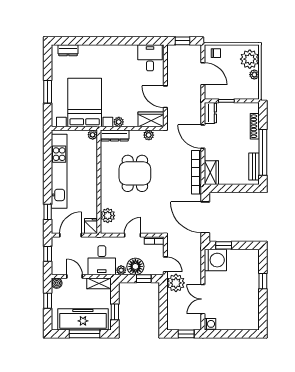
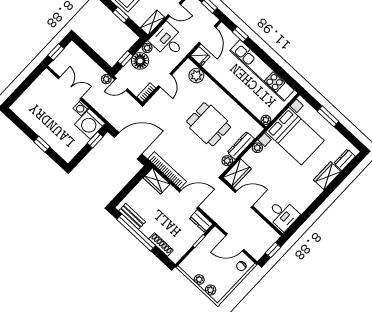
wardrobe: (91, 52) -> (327, 176), added
plant: (250, 59) -> (211, 290), width x0.53, depth x0.53
dresser: (115, 135) -> (241, 145), moved
plant: (176, 283) -> (106, 79), width x0.53, depth x0.53
washing machine: (210, 324) -> (81, 108), moved

